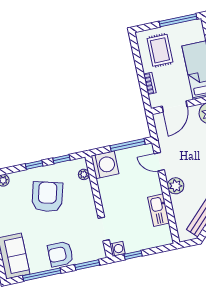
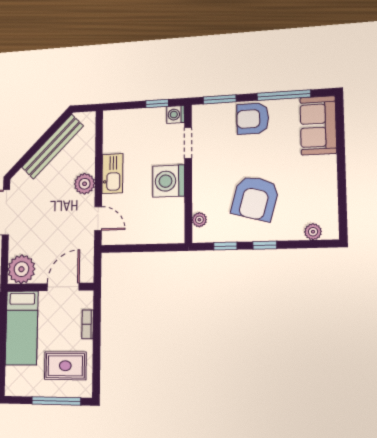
window: (178, 20) -> (56, 401), moved
rug: (160, 50) -> (65, 366), turned 90
window: (128, 145) -> (134, 248), removed
washing machine: (105, 165) -> (169, 181), moved
kitchen sink: (159, 210) -> (112, 174), moved
armchair: (60, 254) -> (253, 119), turned 180

